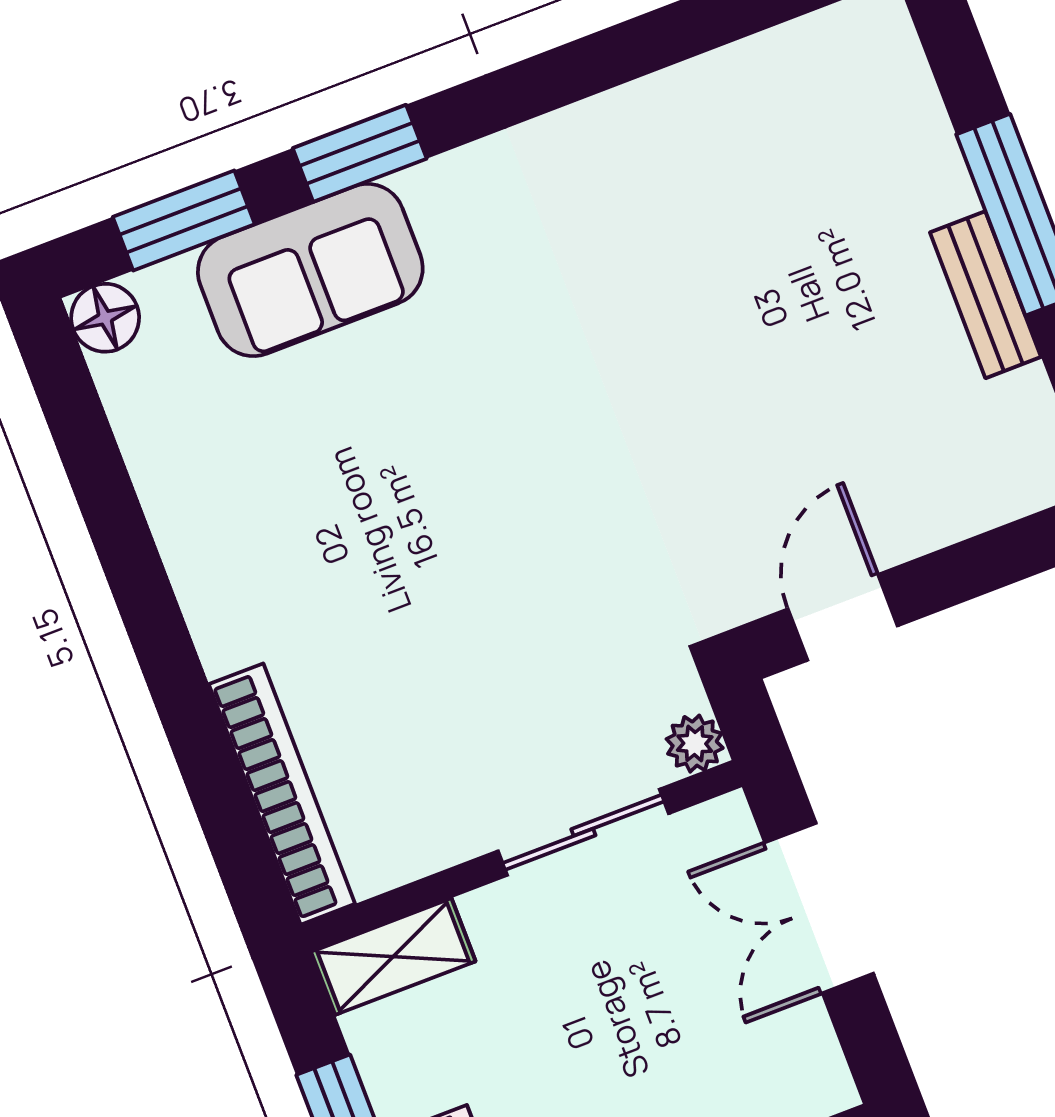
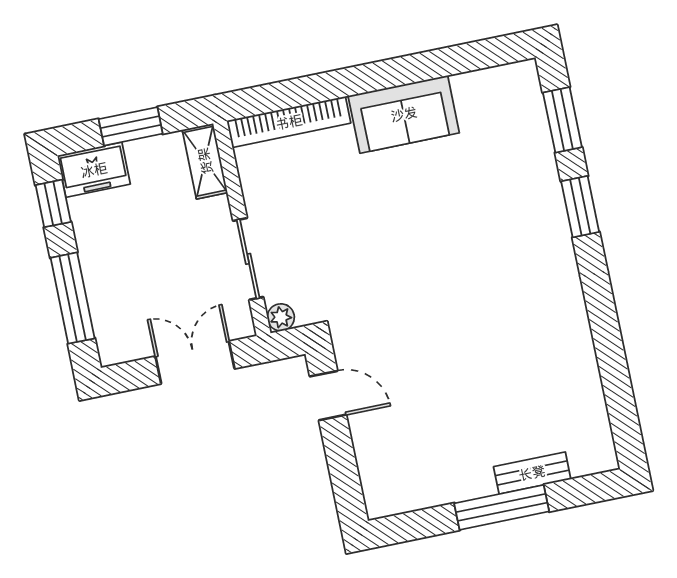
sofa: (310, 270) -> (404, 114), moved, turned -90
bench: (985, 295) -> (532, 473), moved
floor lamp: (105, 318) -> (523, 76), removed

